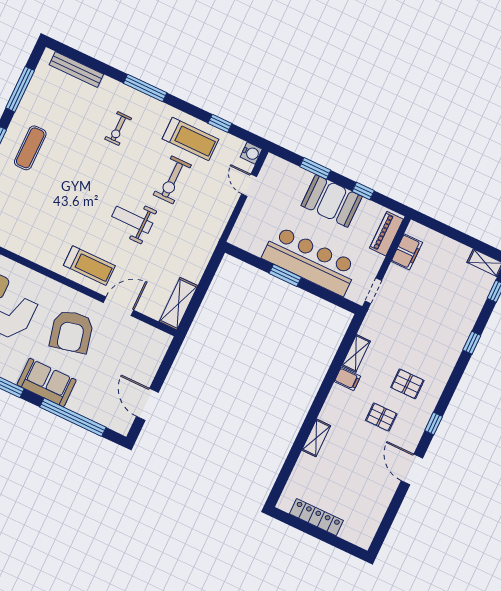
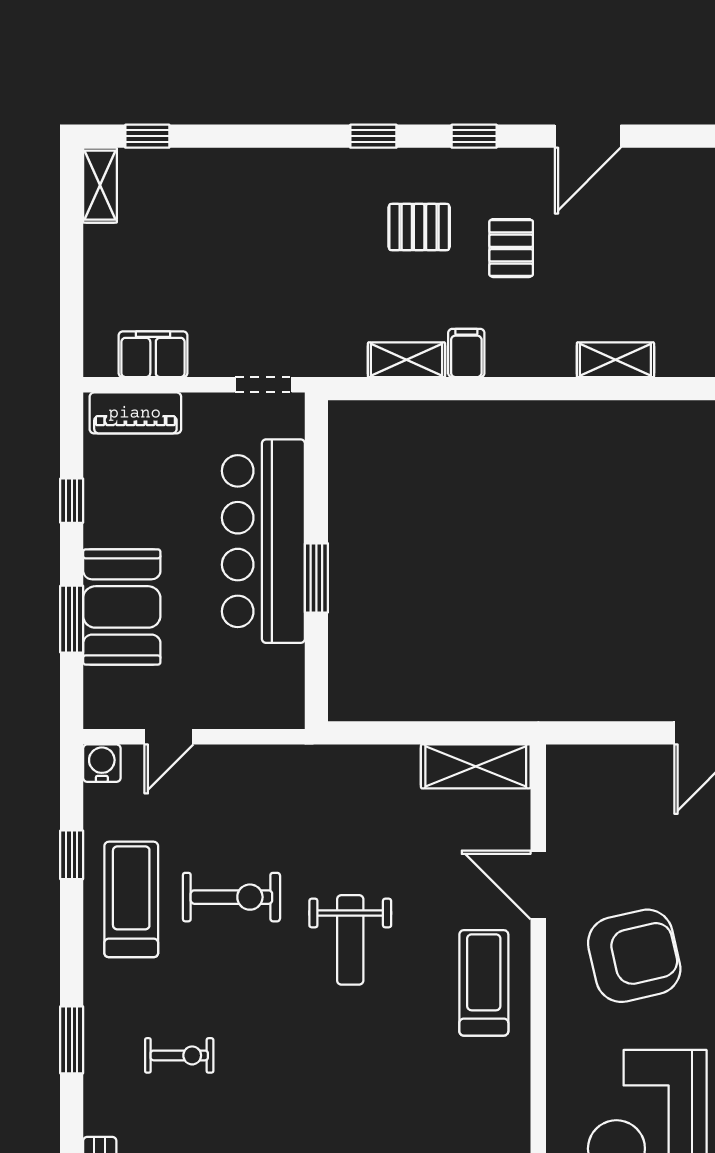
window: (145, 88) -> (72, 1040), width x0.69
booth: (332, 201) -> (122, 607), moved
window: (472, 343) -> (373, 136), moved
pallet: (407, 384) -> (419, 227), turned 90

